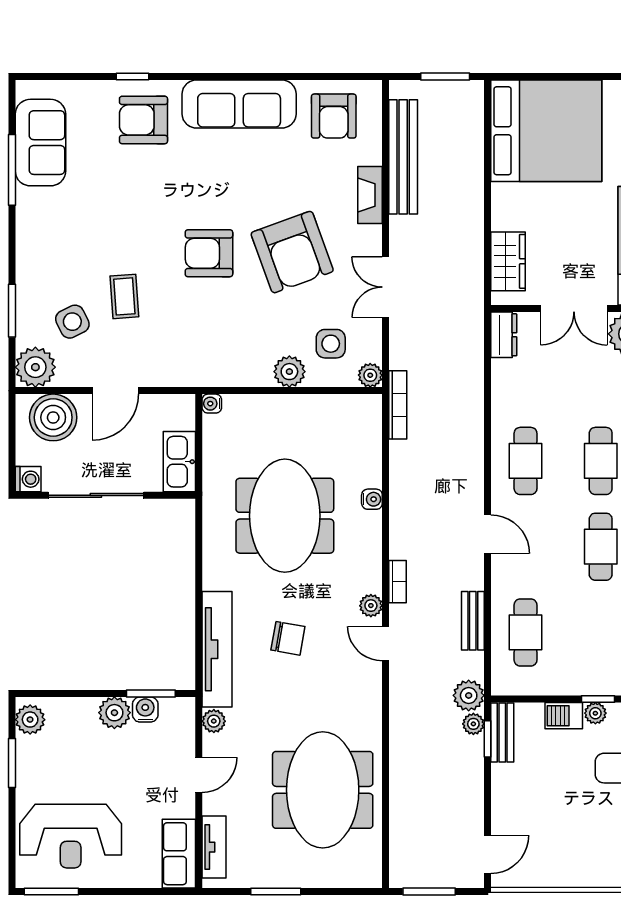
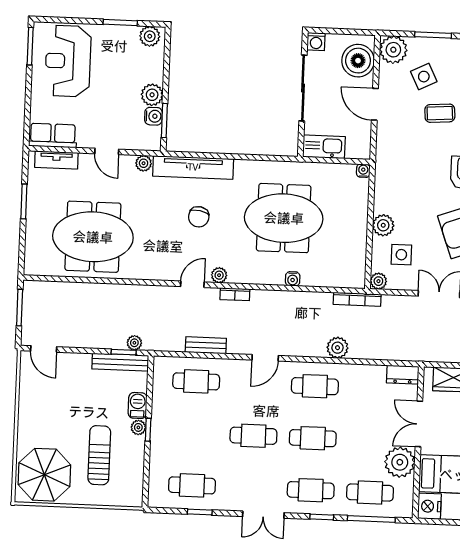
plant: (469, 695) -> (337, 348), moved
bench: (502, 732) -> (120, 362), width x1.36

